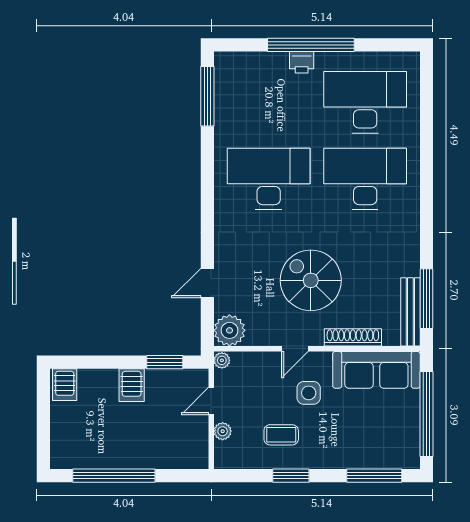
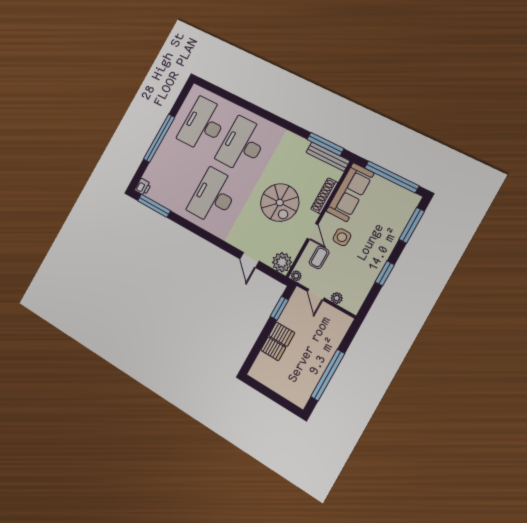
printer: (302, 62) -> (143, 187), moved
spiral stairs: (311, 280) -> (280, 203), turned -90
server rack: (65, 385) -> (273, 349), moved
coffee table: (281, 435) -> (319, 257), moved

